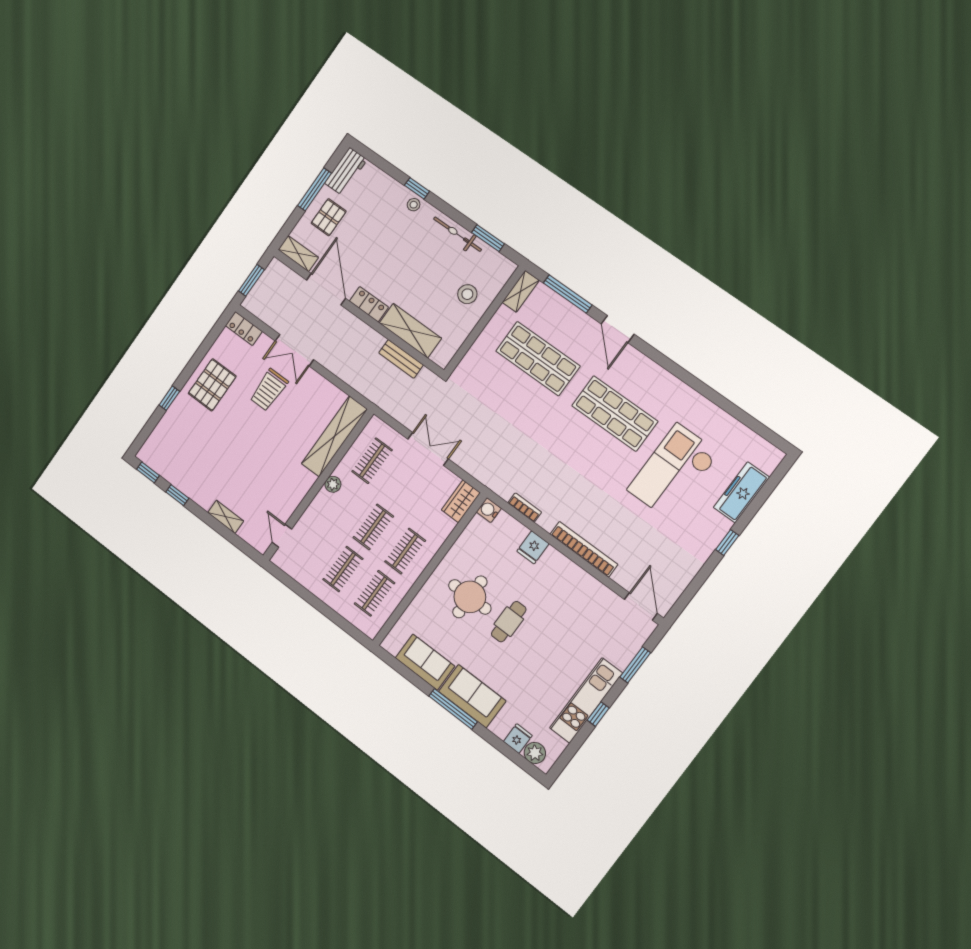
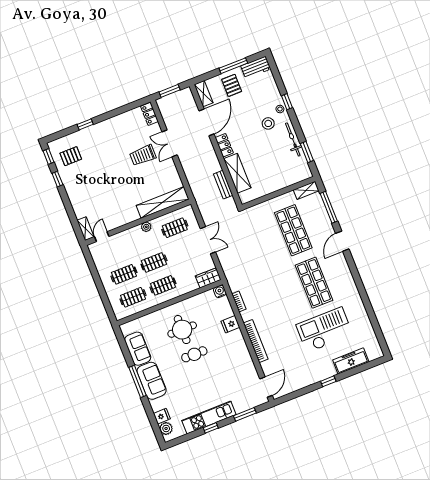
pallet: (329, 217) -> (232, 85), turned 90
stool: (467, 294) -> (268, 123), moved
pallet: (212, 385) -> (71, 156), moved, width x0.67, depth x0.71
shelving: (226, 517) -> (85, 229), moved

